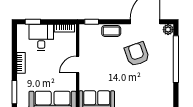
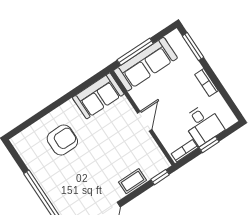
window: (33, 22) -> (209, 145), moved
armchair: (137, 54) -> (62, 140), moved, turned -71

